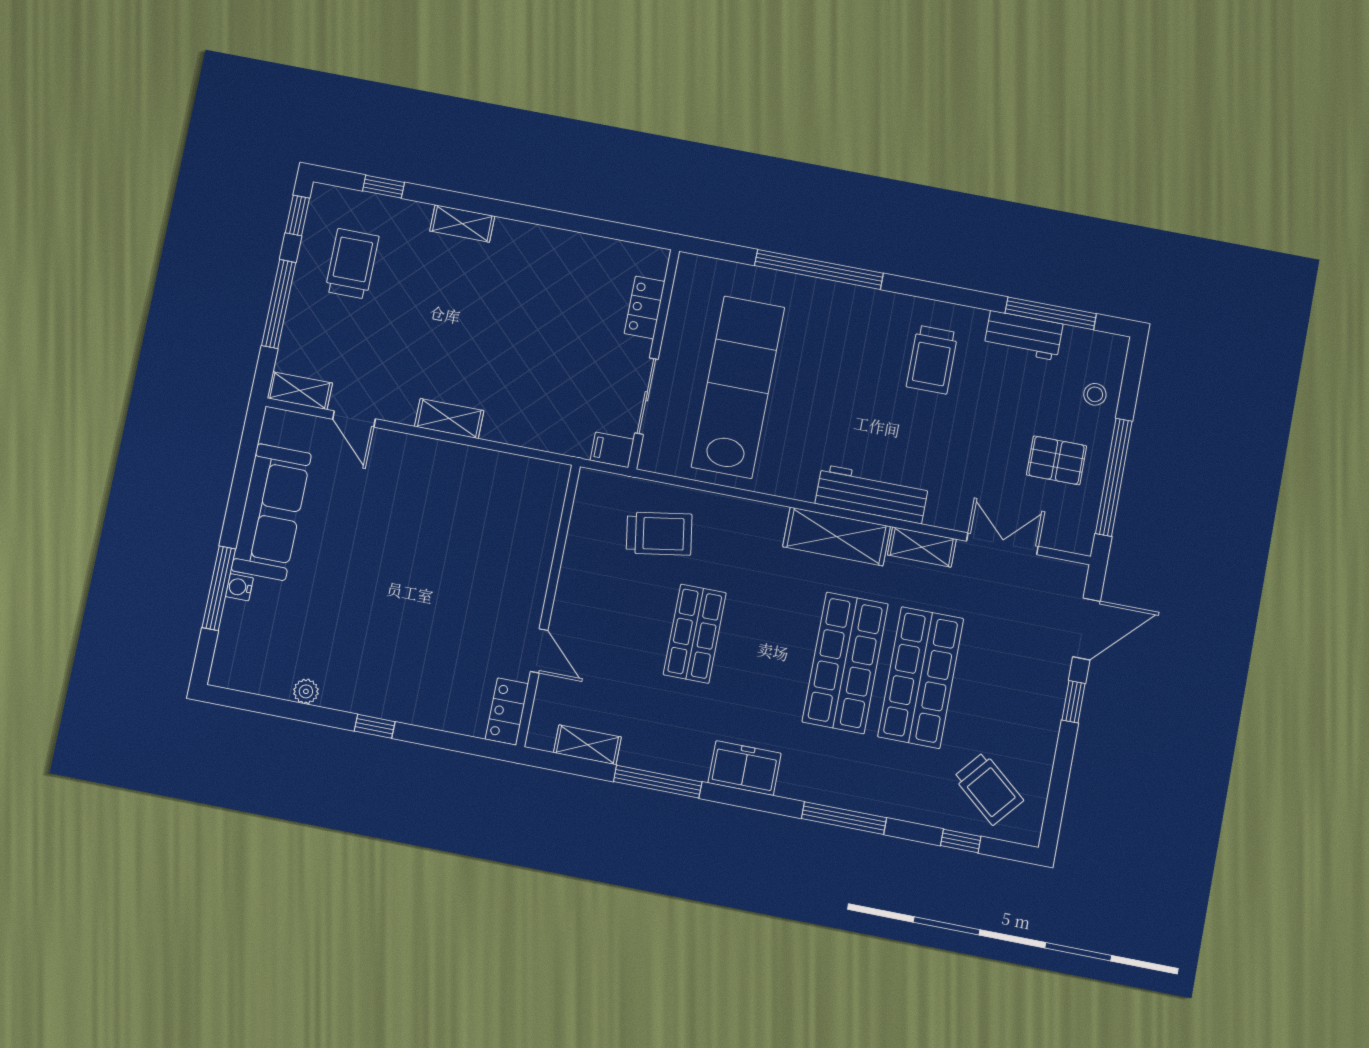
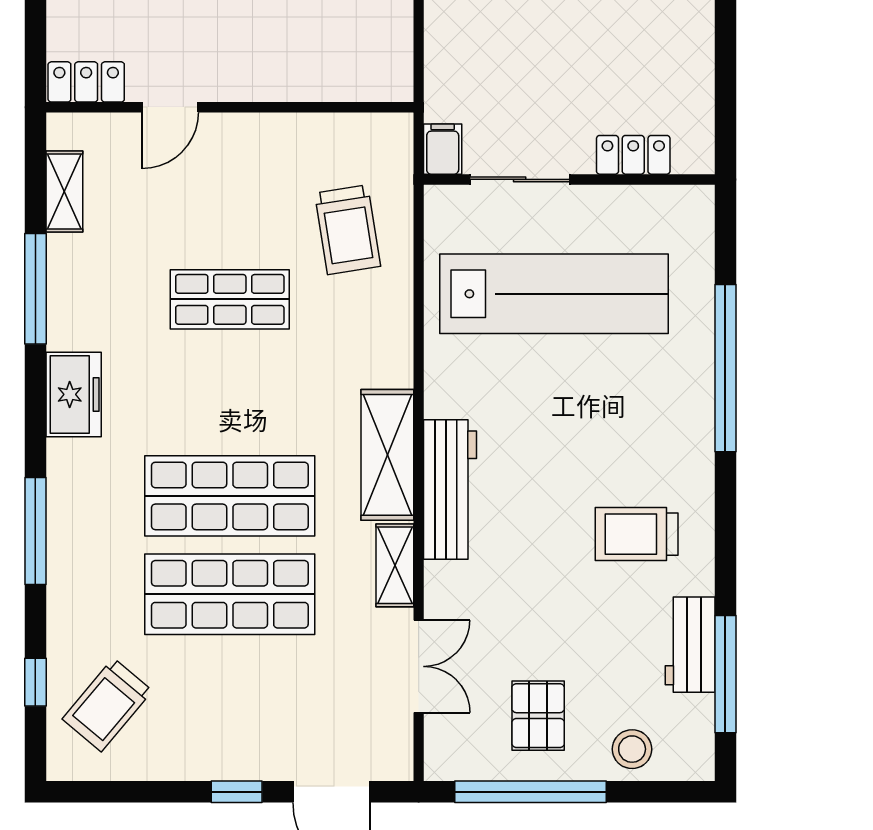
stool: (1095, 394) -> (632, 749), width x1.37, depth x1.37

